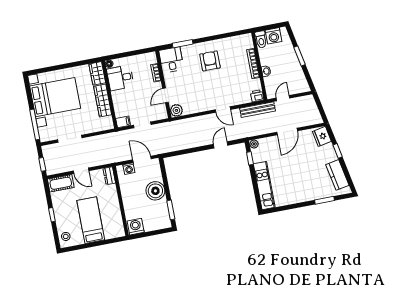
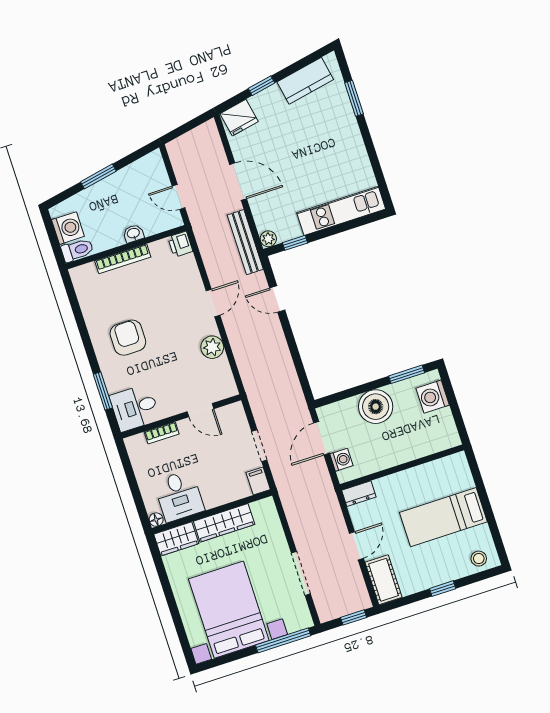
armchair: (210, 61) -> (128, 338), turned 90
plant: (176, 110) -> (212, 347), moved
bench: (258, 110) -> (245, 242), moved
washing machine: (136, 227) -> (433, 397), moved

